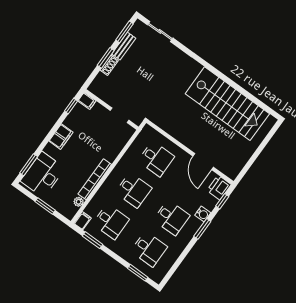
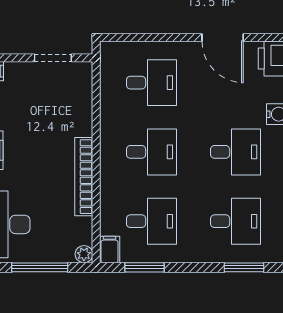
plant: (79, 202) -> (84, 254), moved
window: (45, 206) -> (40, 267), width x1.44

